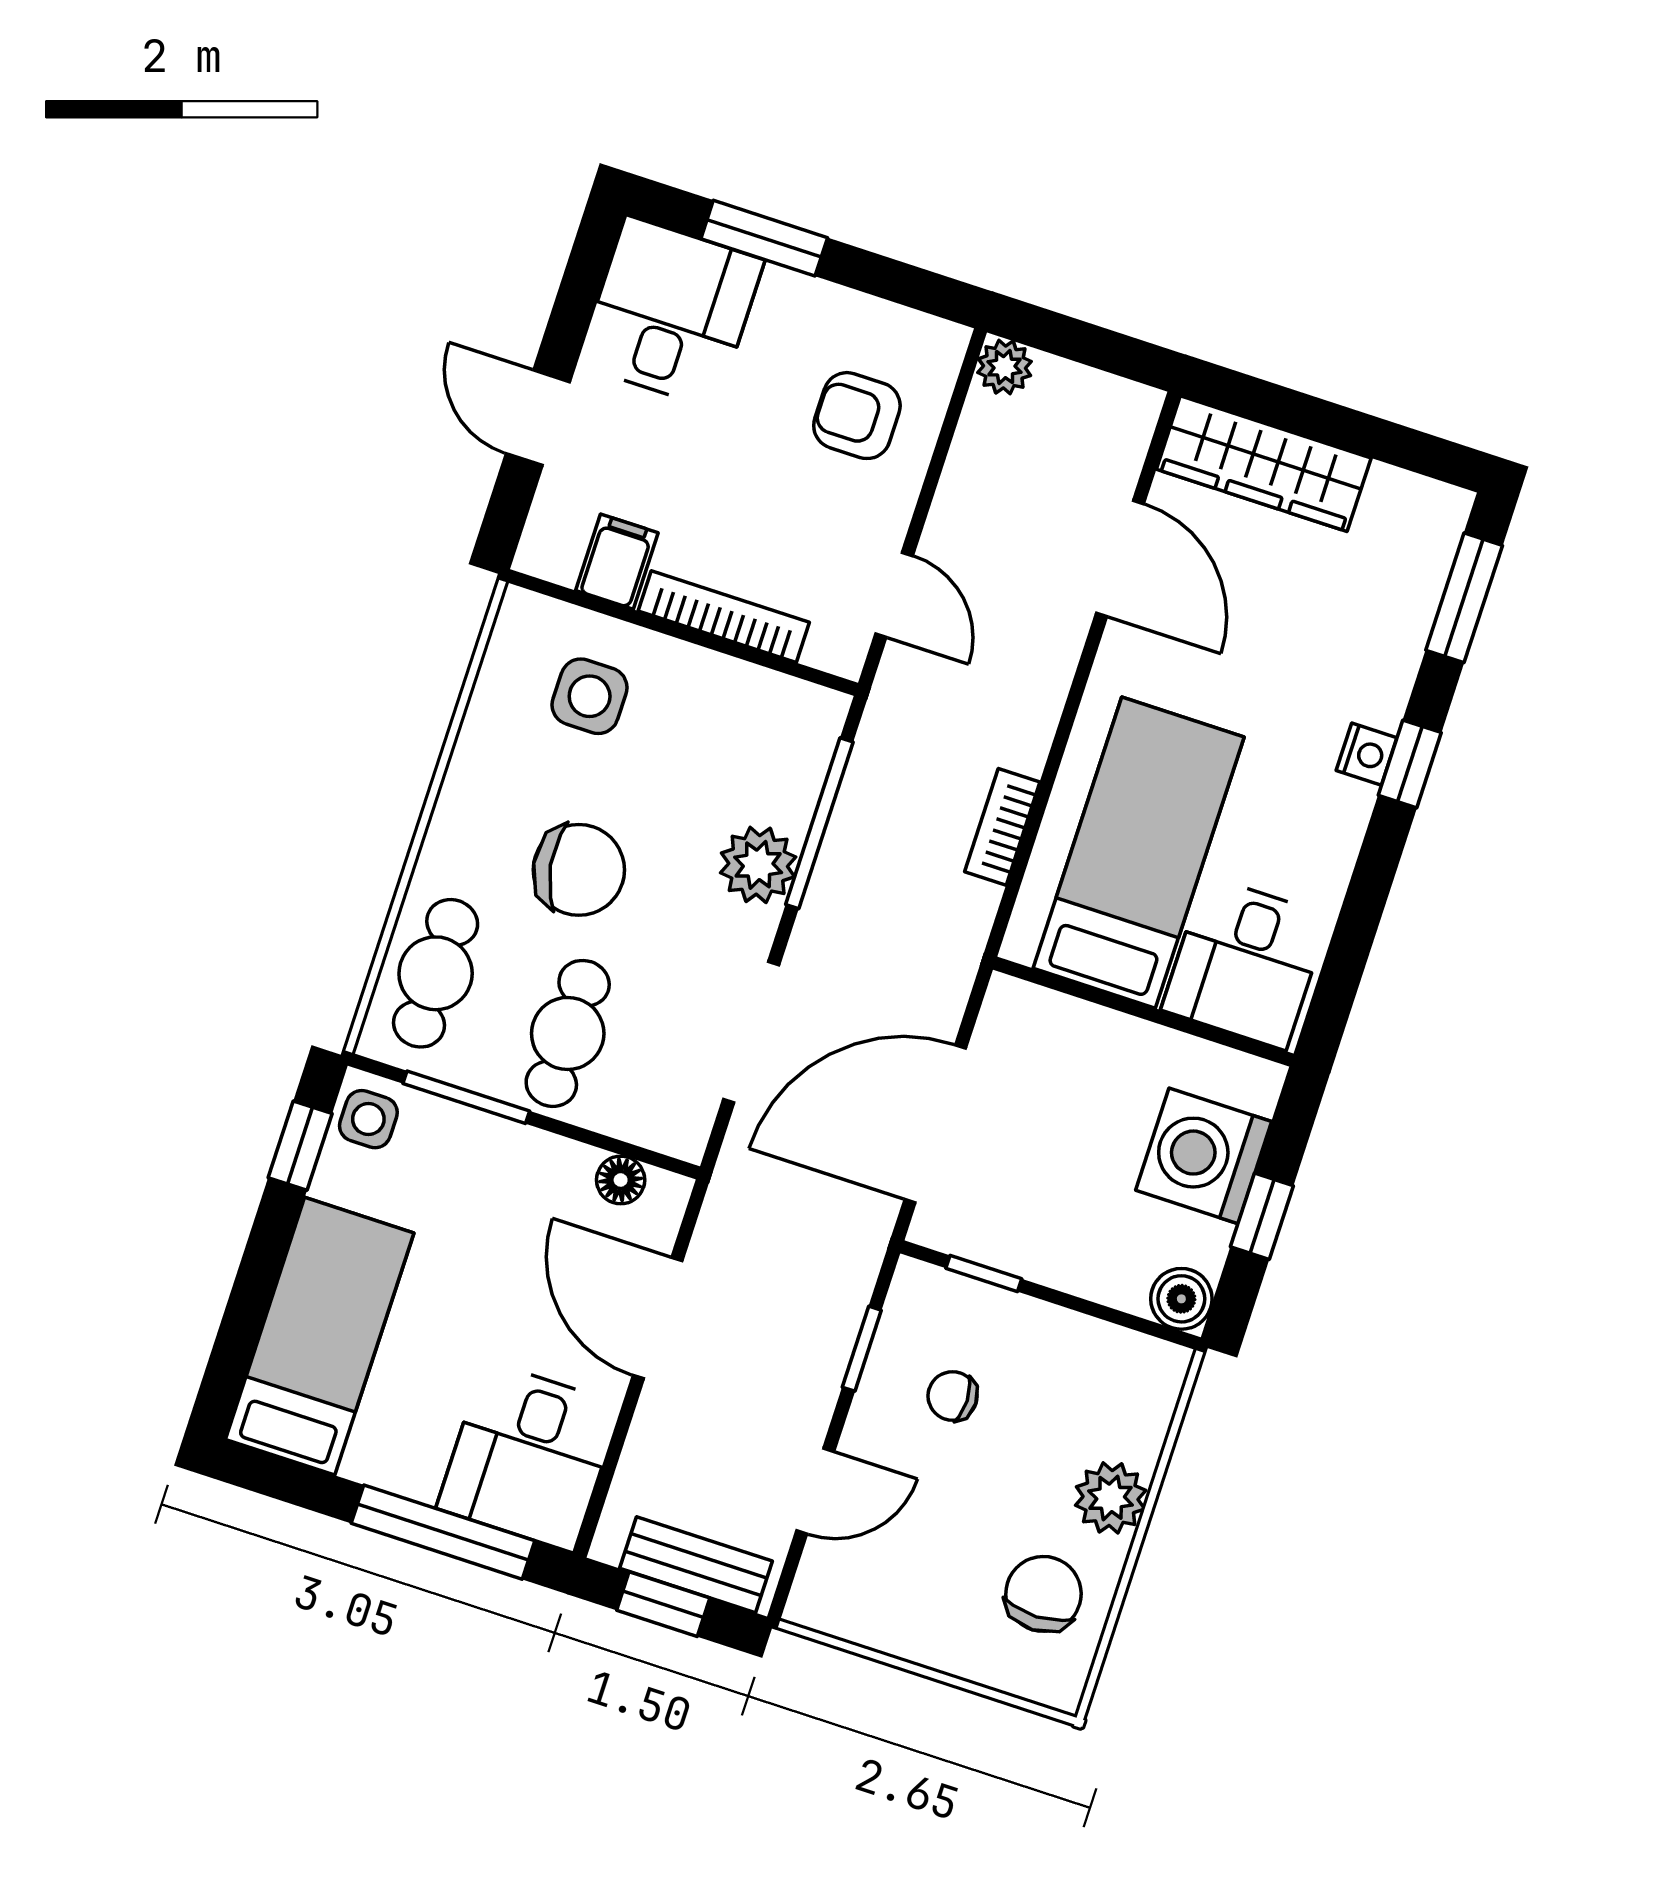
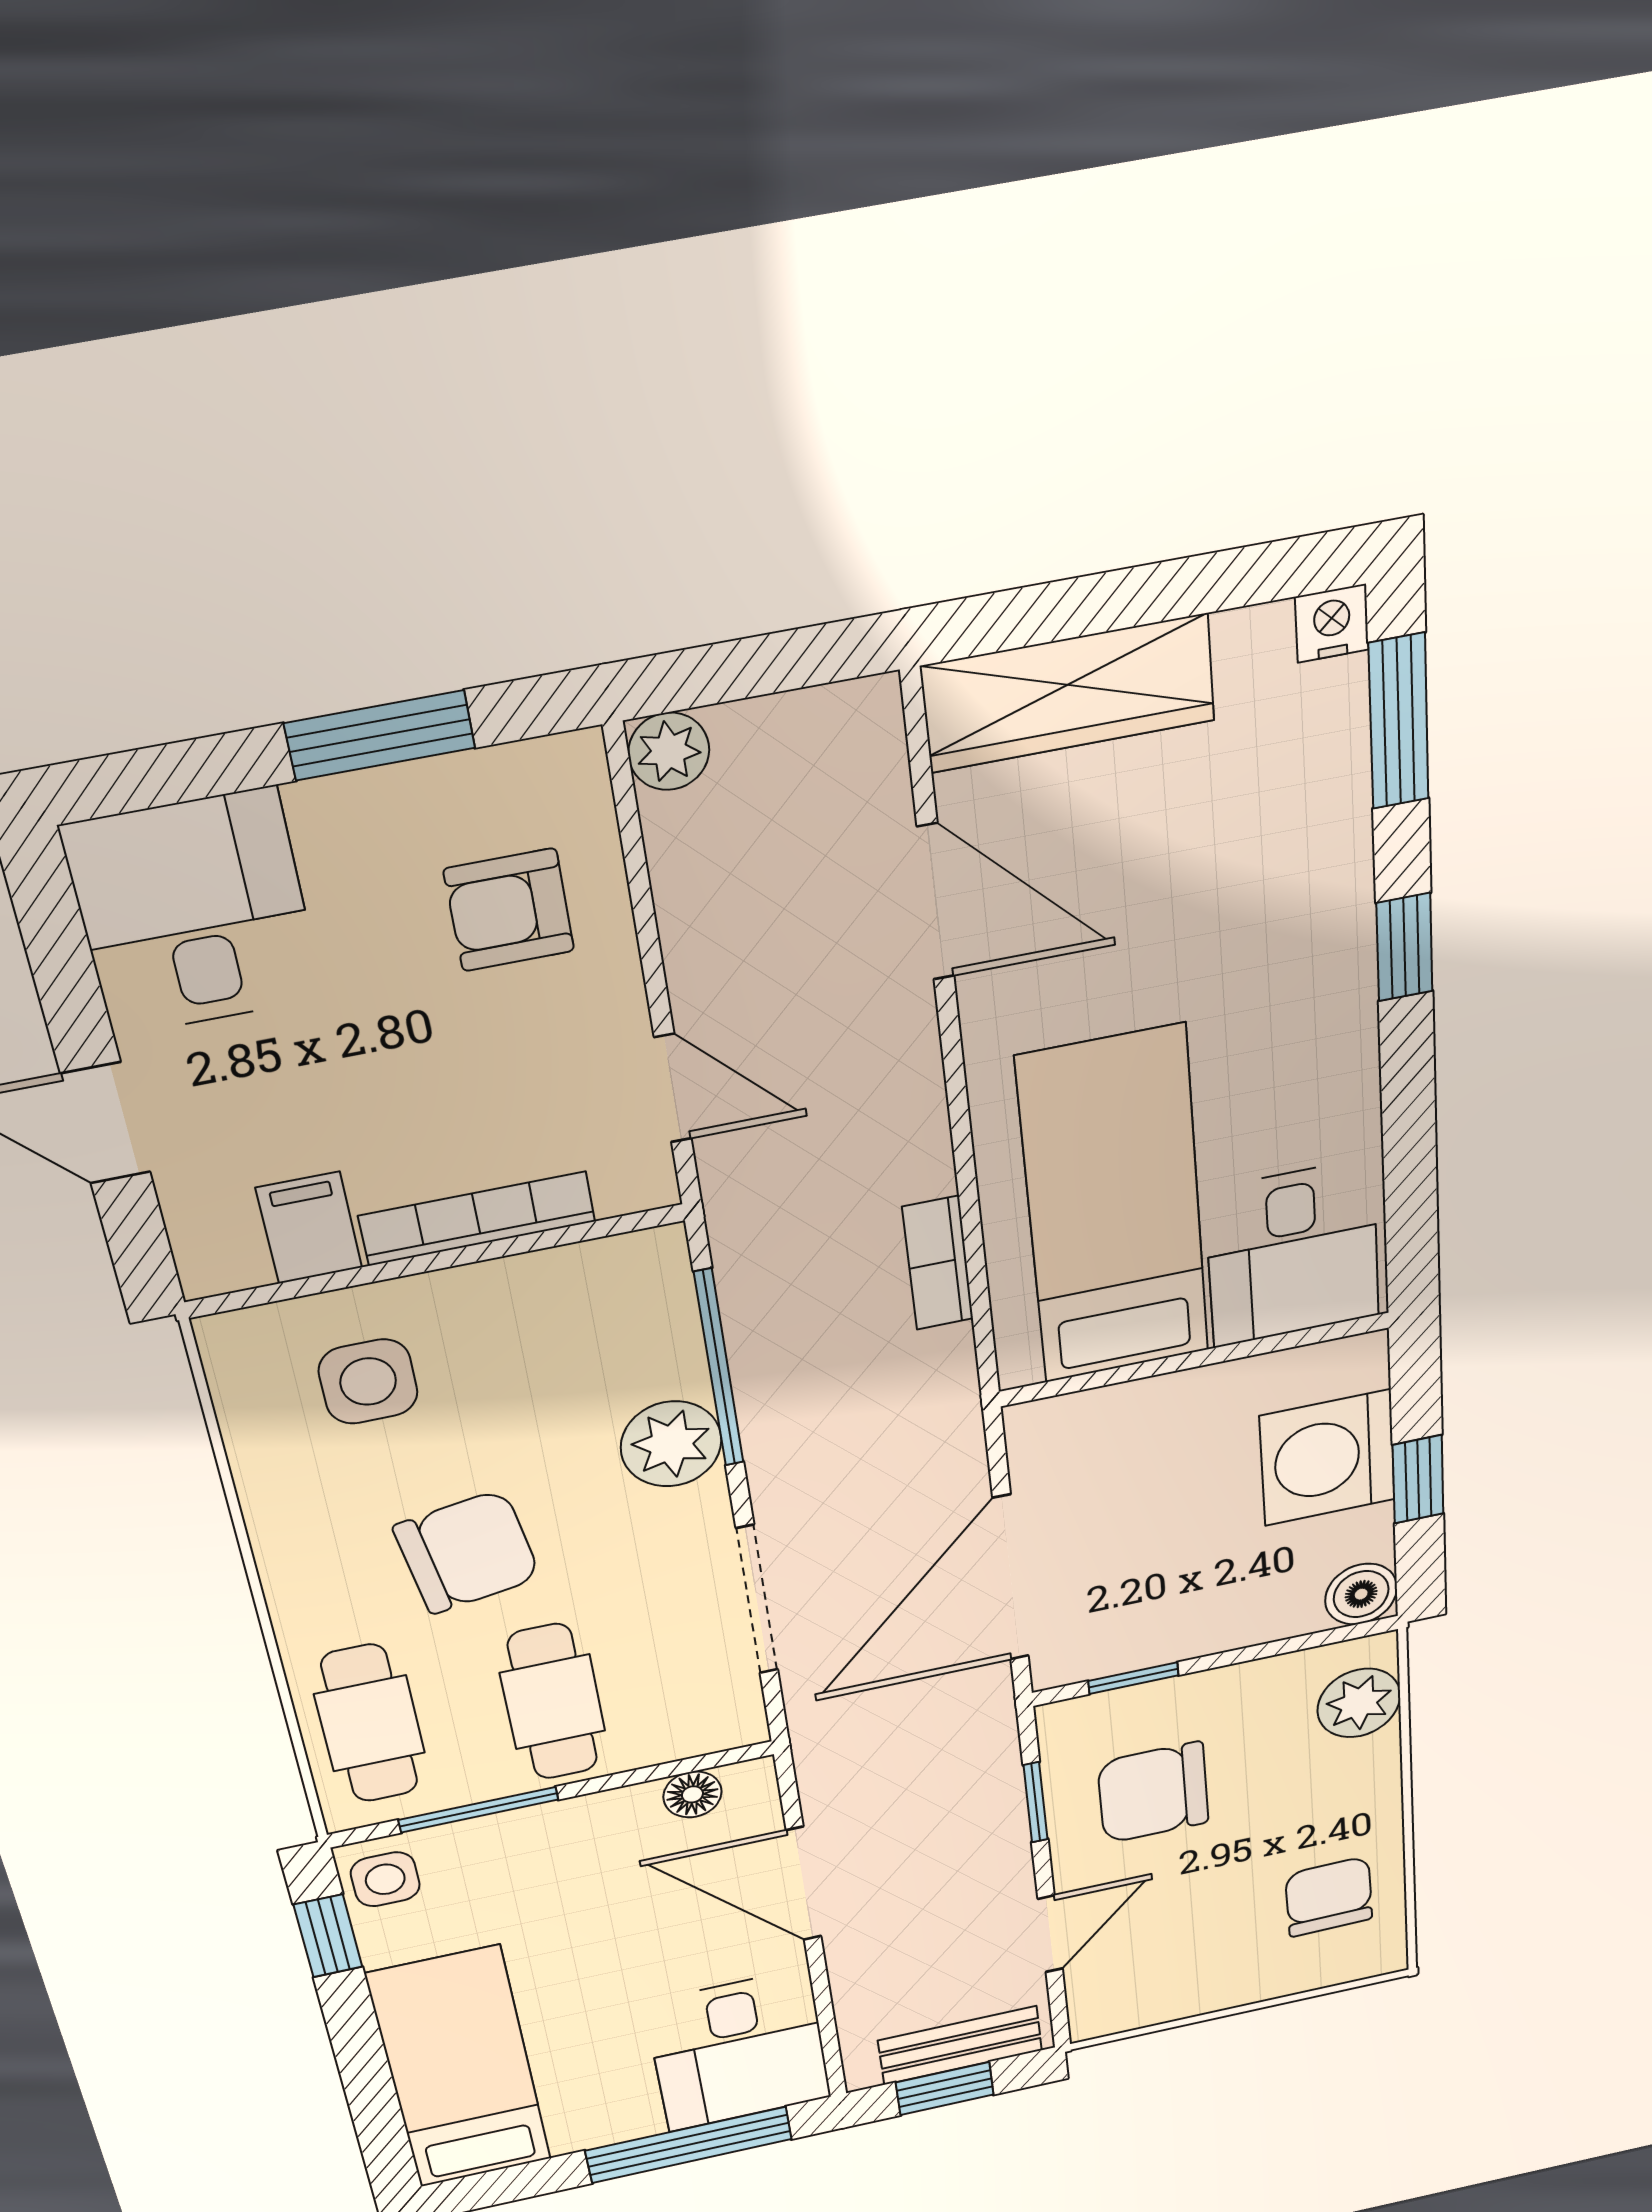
window: (764, 238) -> (380, 735), moved
nightstand: (1367, 754) -> (1332, 623), moved, turned -90
chair: (953, 1396) -> (1153, 1793), width x1.87, depth x1.87
plant: (1111, 1498) -> (1359, 1703), moved

